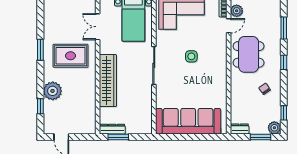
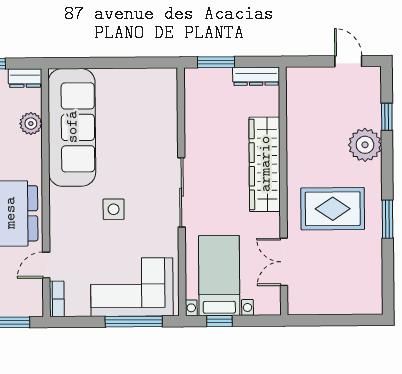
plant: (237, 11) -> (31, 124), moved
double door: (98, 27) -> (284, 262), swing flipped
sofa: (188, 121) -> (72, 127), moved, turned -90
window: (118, 137) -> (216, 62), moved

